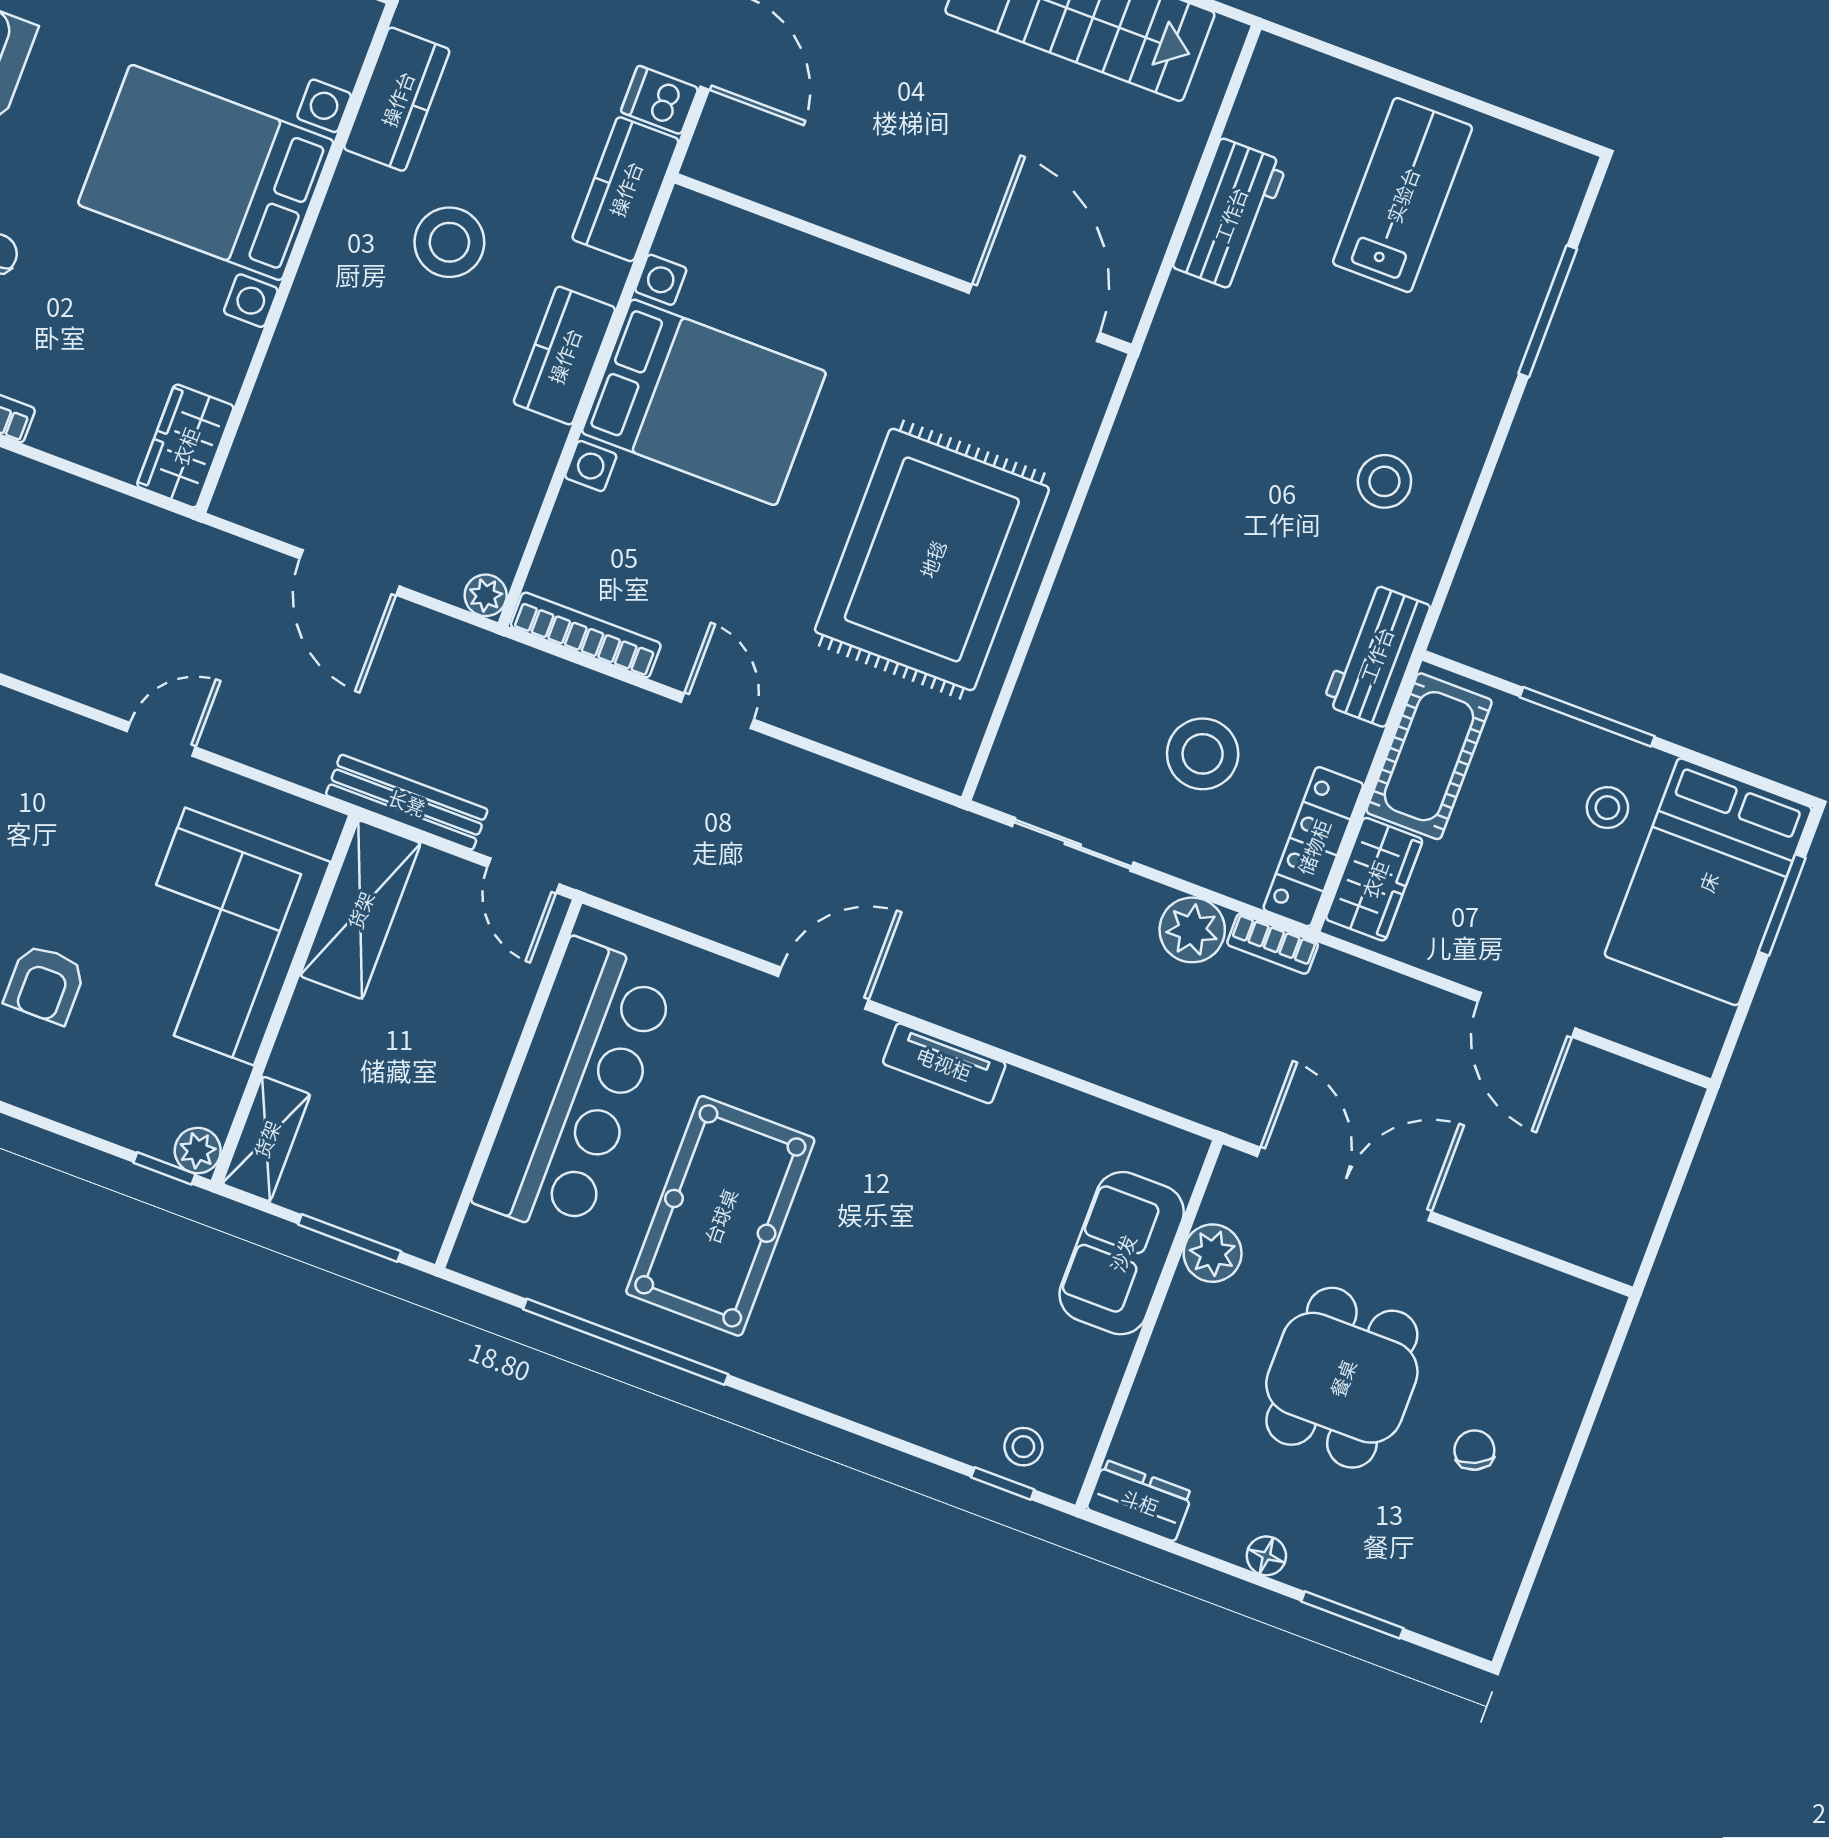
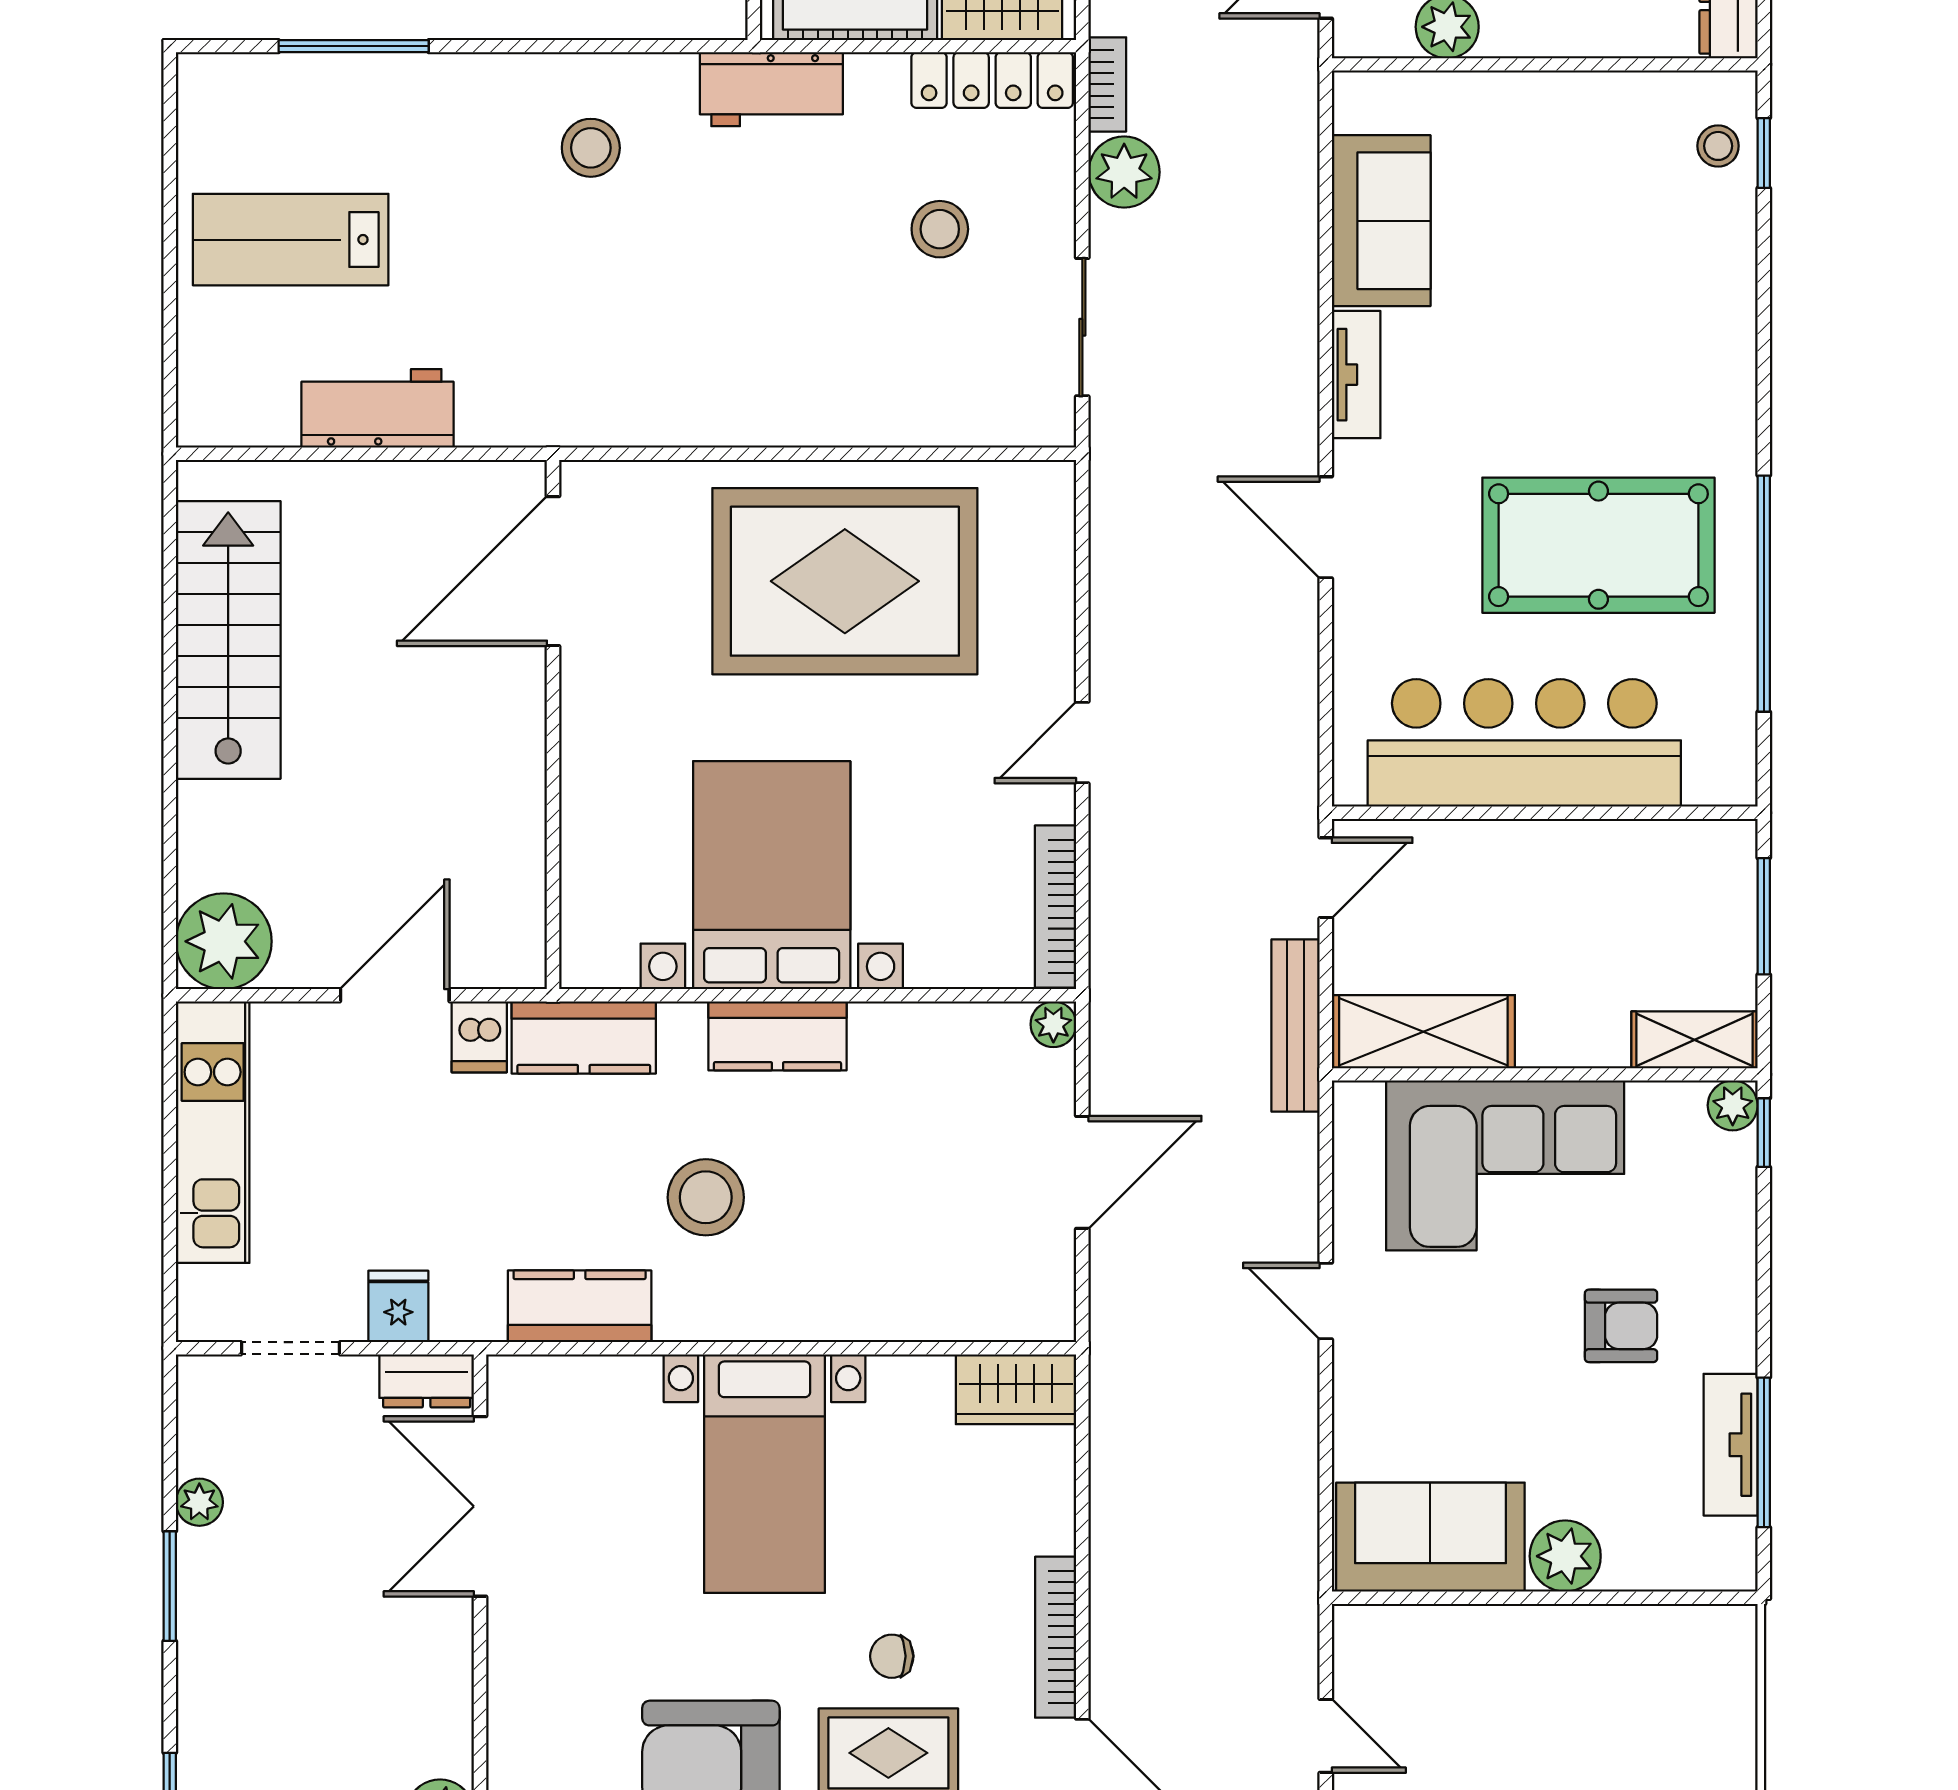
bed with nightstands: (206, 173) -> (765, 1474), width x0.73
stool: (1203, 754) -> (940, 229), width x0.73, depth x0.73
sofa: (1122, 1253) -> (1381, 221), moved, turned -90

